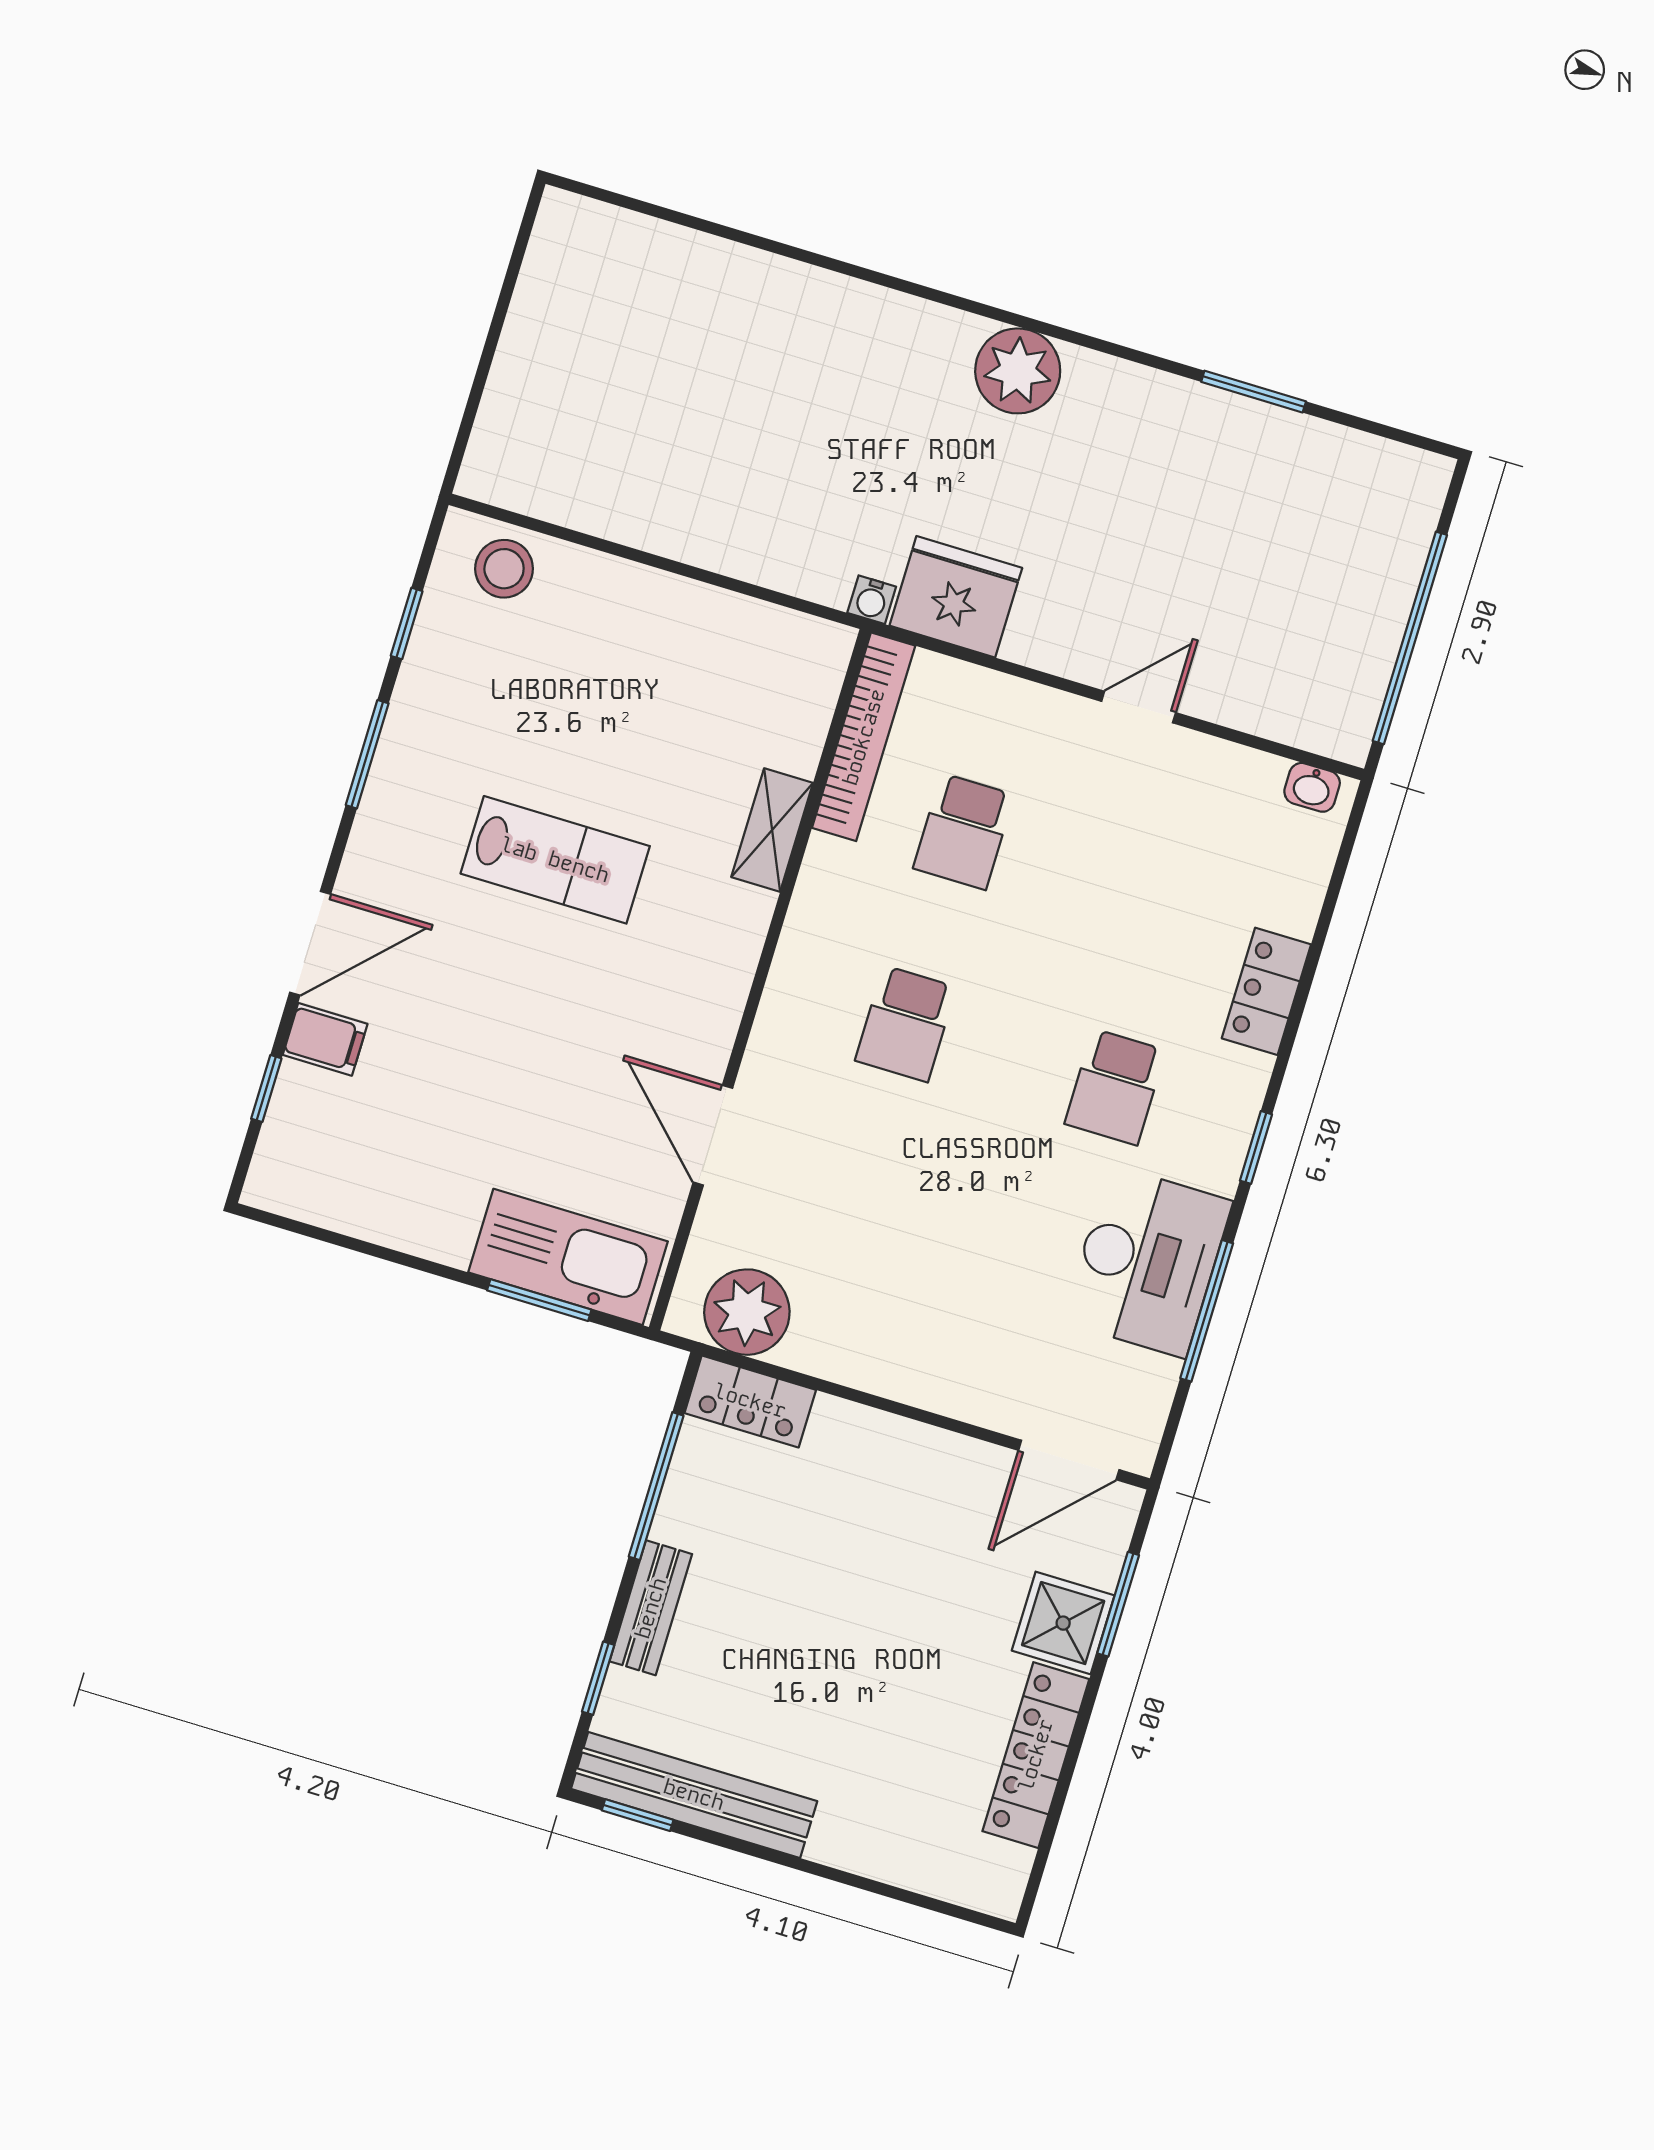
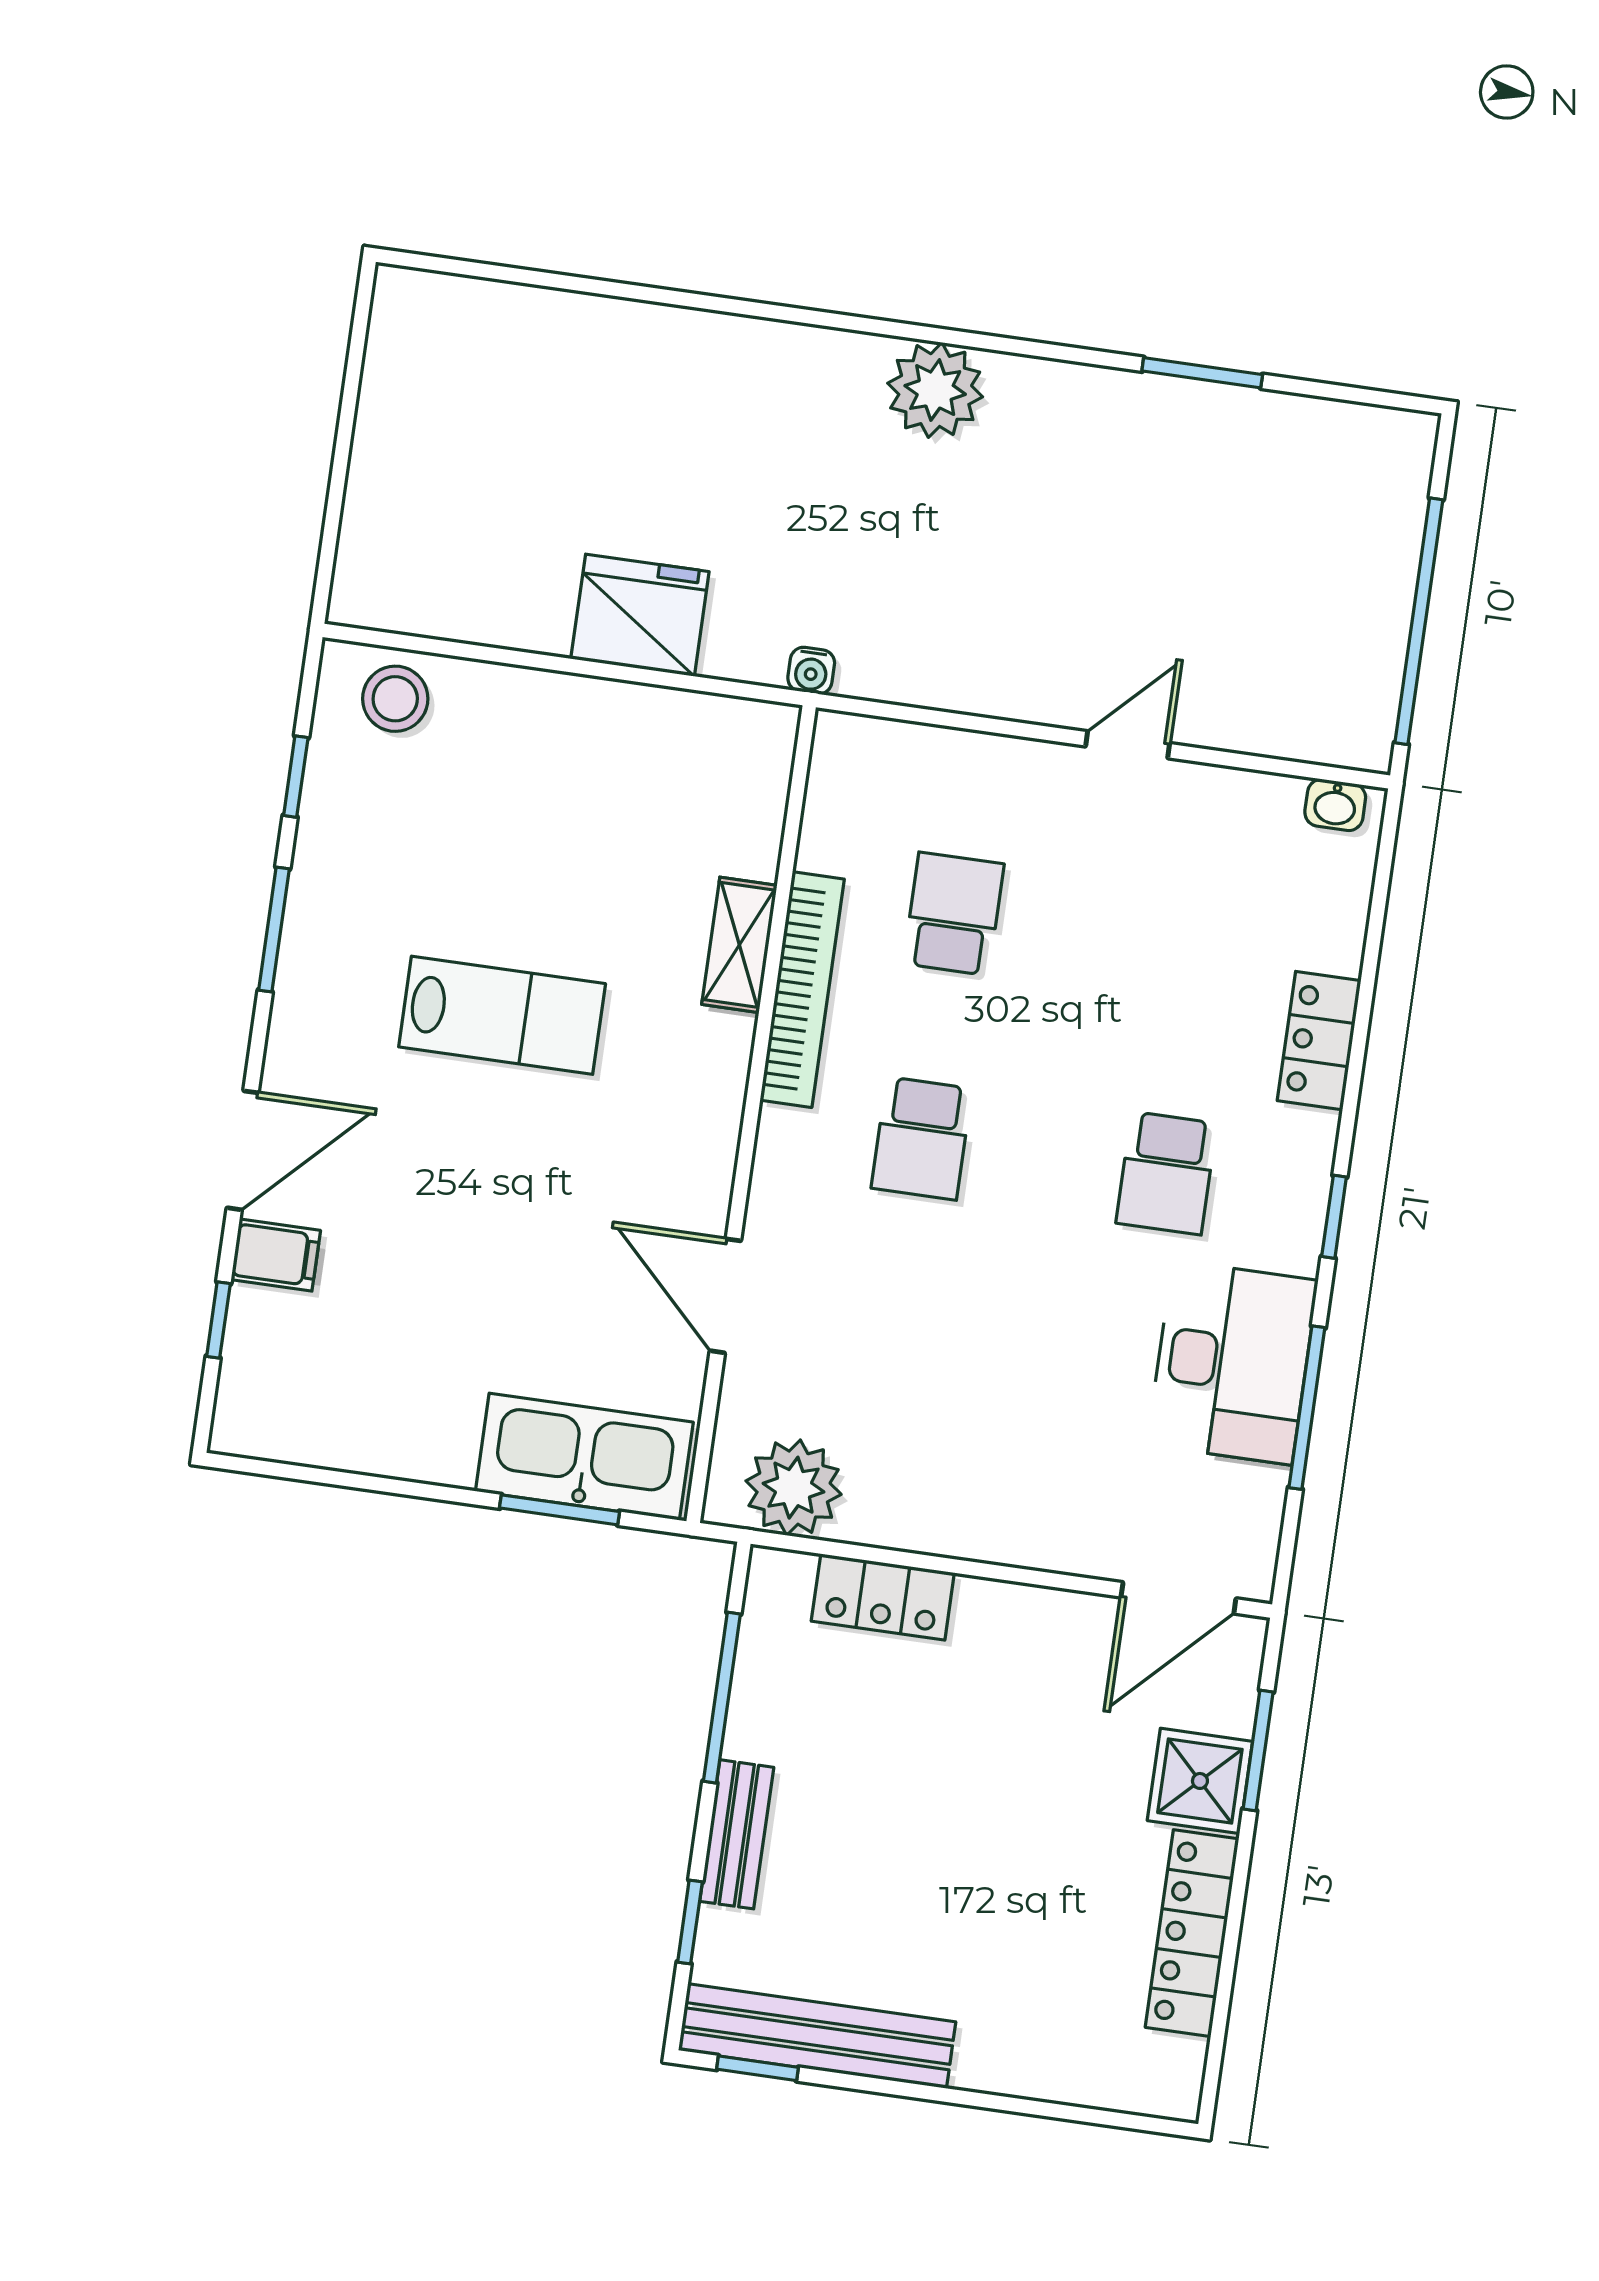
fridge: (956, 597) -> (640, 615), moved
bookcase: (864, 737) -> (802, 990), moved
school desk: (964, 832) -> (954, 914), turned 180
locker: (750, 1401) -> (883, 1597), moved

